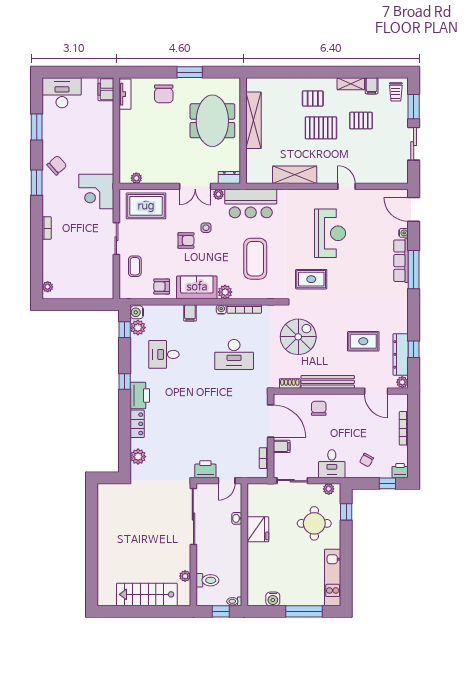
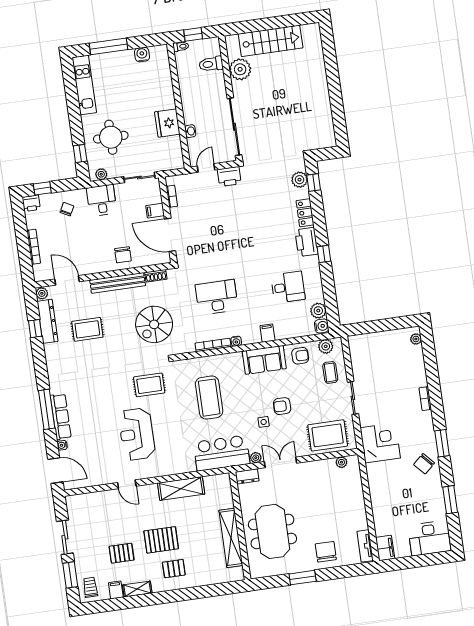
plant: (225, 292) -> (326, 346), moved
window: (125, 330) -> (314, 182), moved
plant: (185, 576) -> (240, 69), width x1.87, depth x1.87

